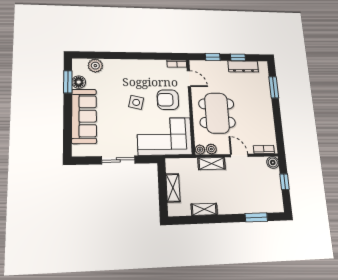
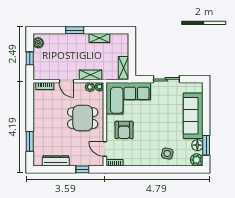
window: (238, 57) -> (60, 169), removed
plant: (95, 66) -> (197, 160), moved
armchair: (168, 100) -> (124, 130), turned 90
side table: (136, 102) -> (167, 154), moved
dining table: (217, 113) -> (83, 118), width x0.73
boiler: (273, 162) -> (38, 43), moved
shelving: (173, 188) -> (124, 68), moved
window: (256, 217) -> (75, 30), moved

